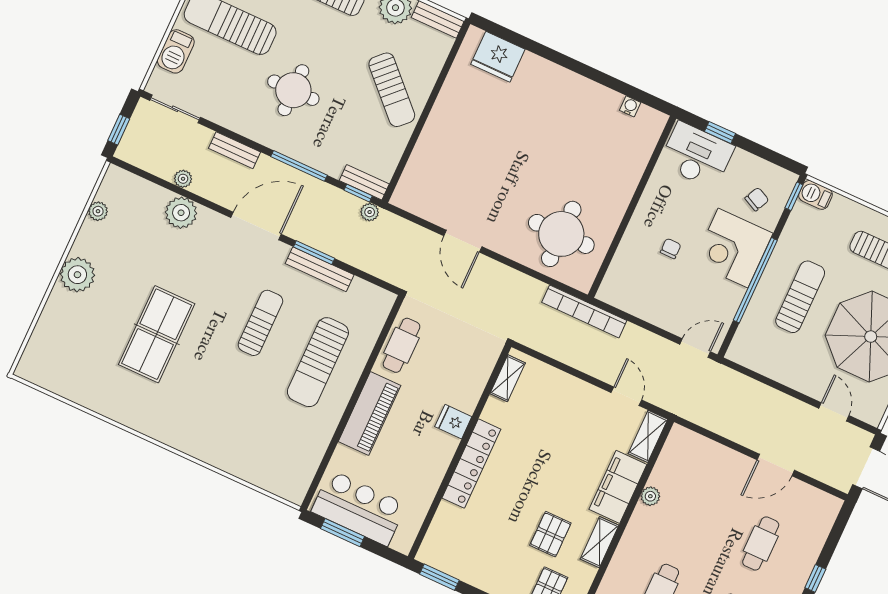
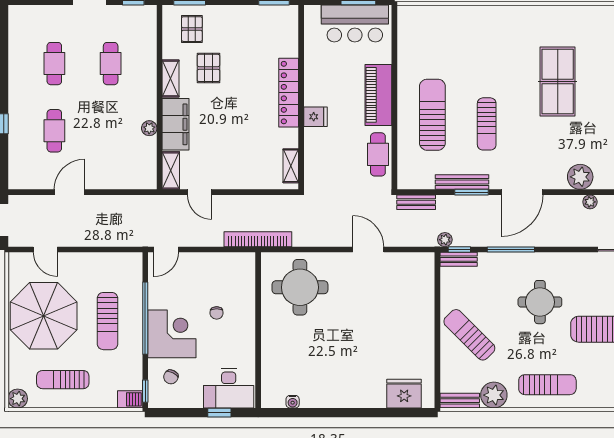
bench: (235, 150) -> (416, 202), moved

